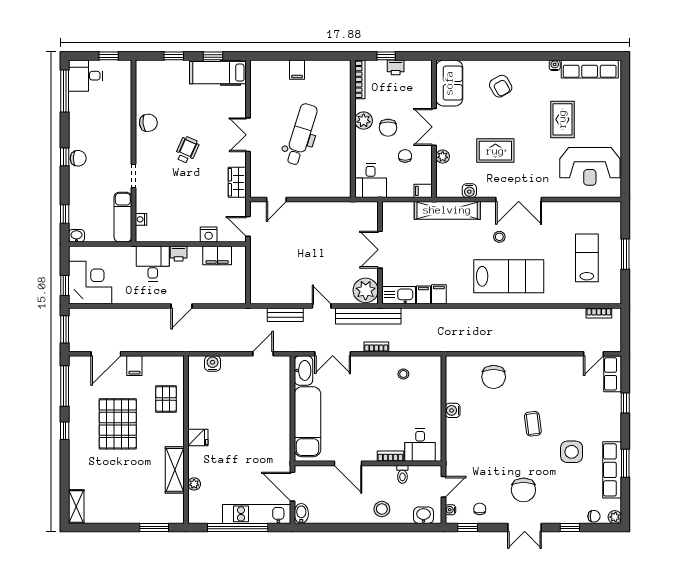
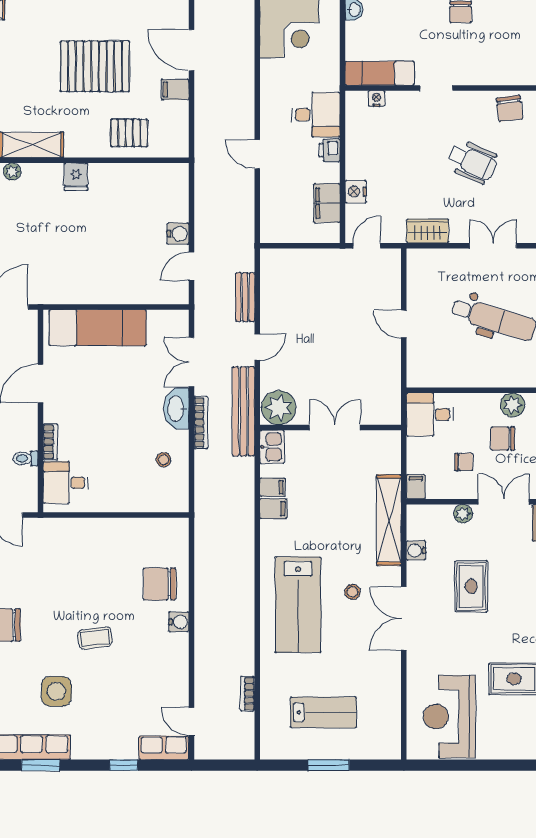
wheelchair: (187, 150) -> (472, 162), width x1.36, depth x1.37
door: (276, 199) -> (404, 324), moved
kitchen sink: (399, 295) -> (272, 447), width x0.73
bookcase: (599, 313) -> (248, 694), moved
bookcase: (376, 347) -> (201, 423), width x1.56
door: (263, 354) -> (192, 266), swing flipped
water cooler: (213, 363) -> (178, 234), moved
washbasin: (303, 370) -> (176, 409), moved, turned 90
water cooler: (453, 410) -> (179, 622), moved, turned 90

